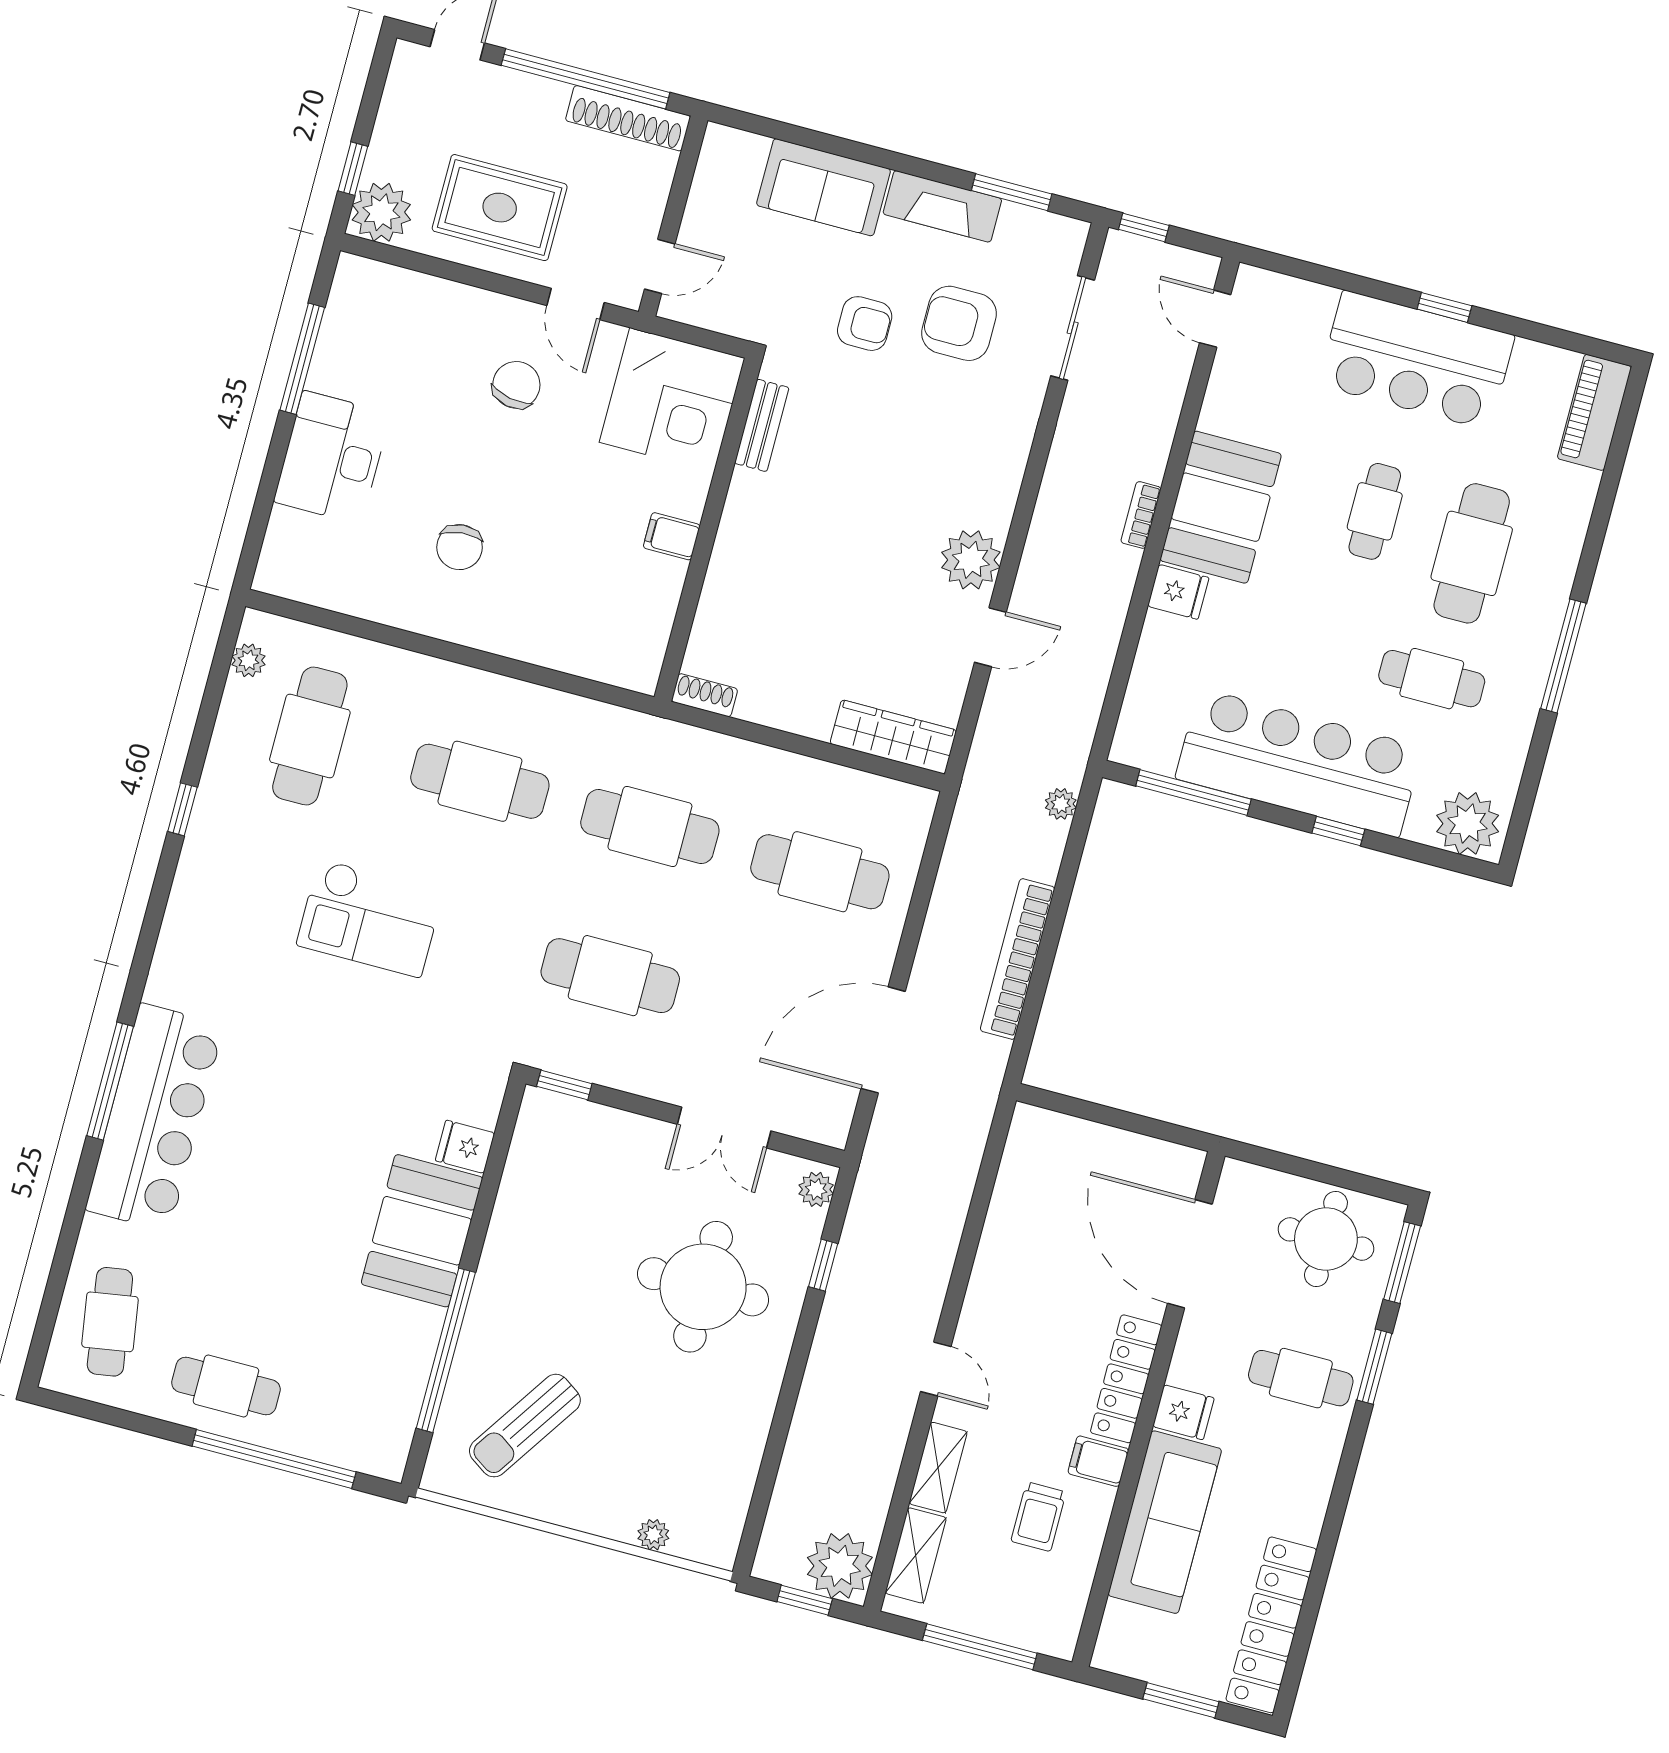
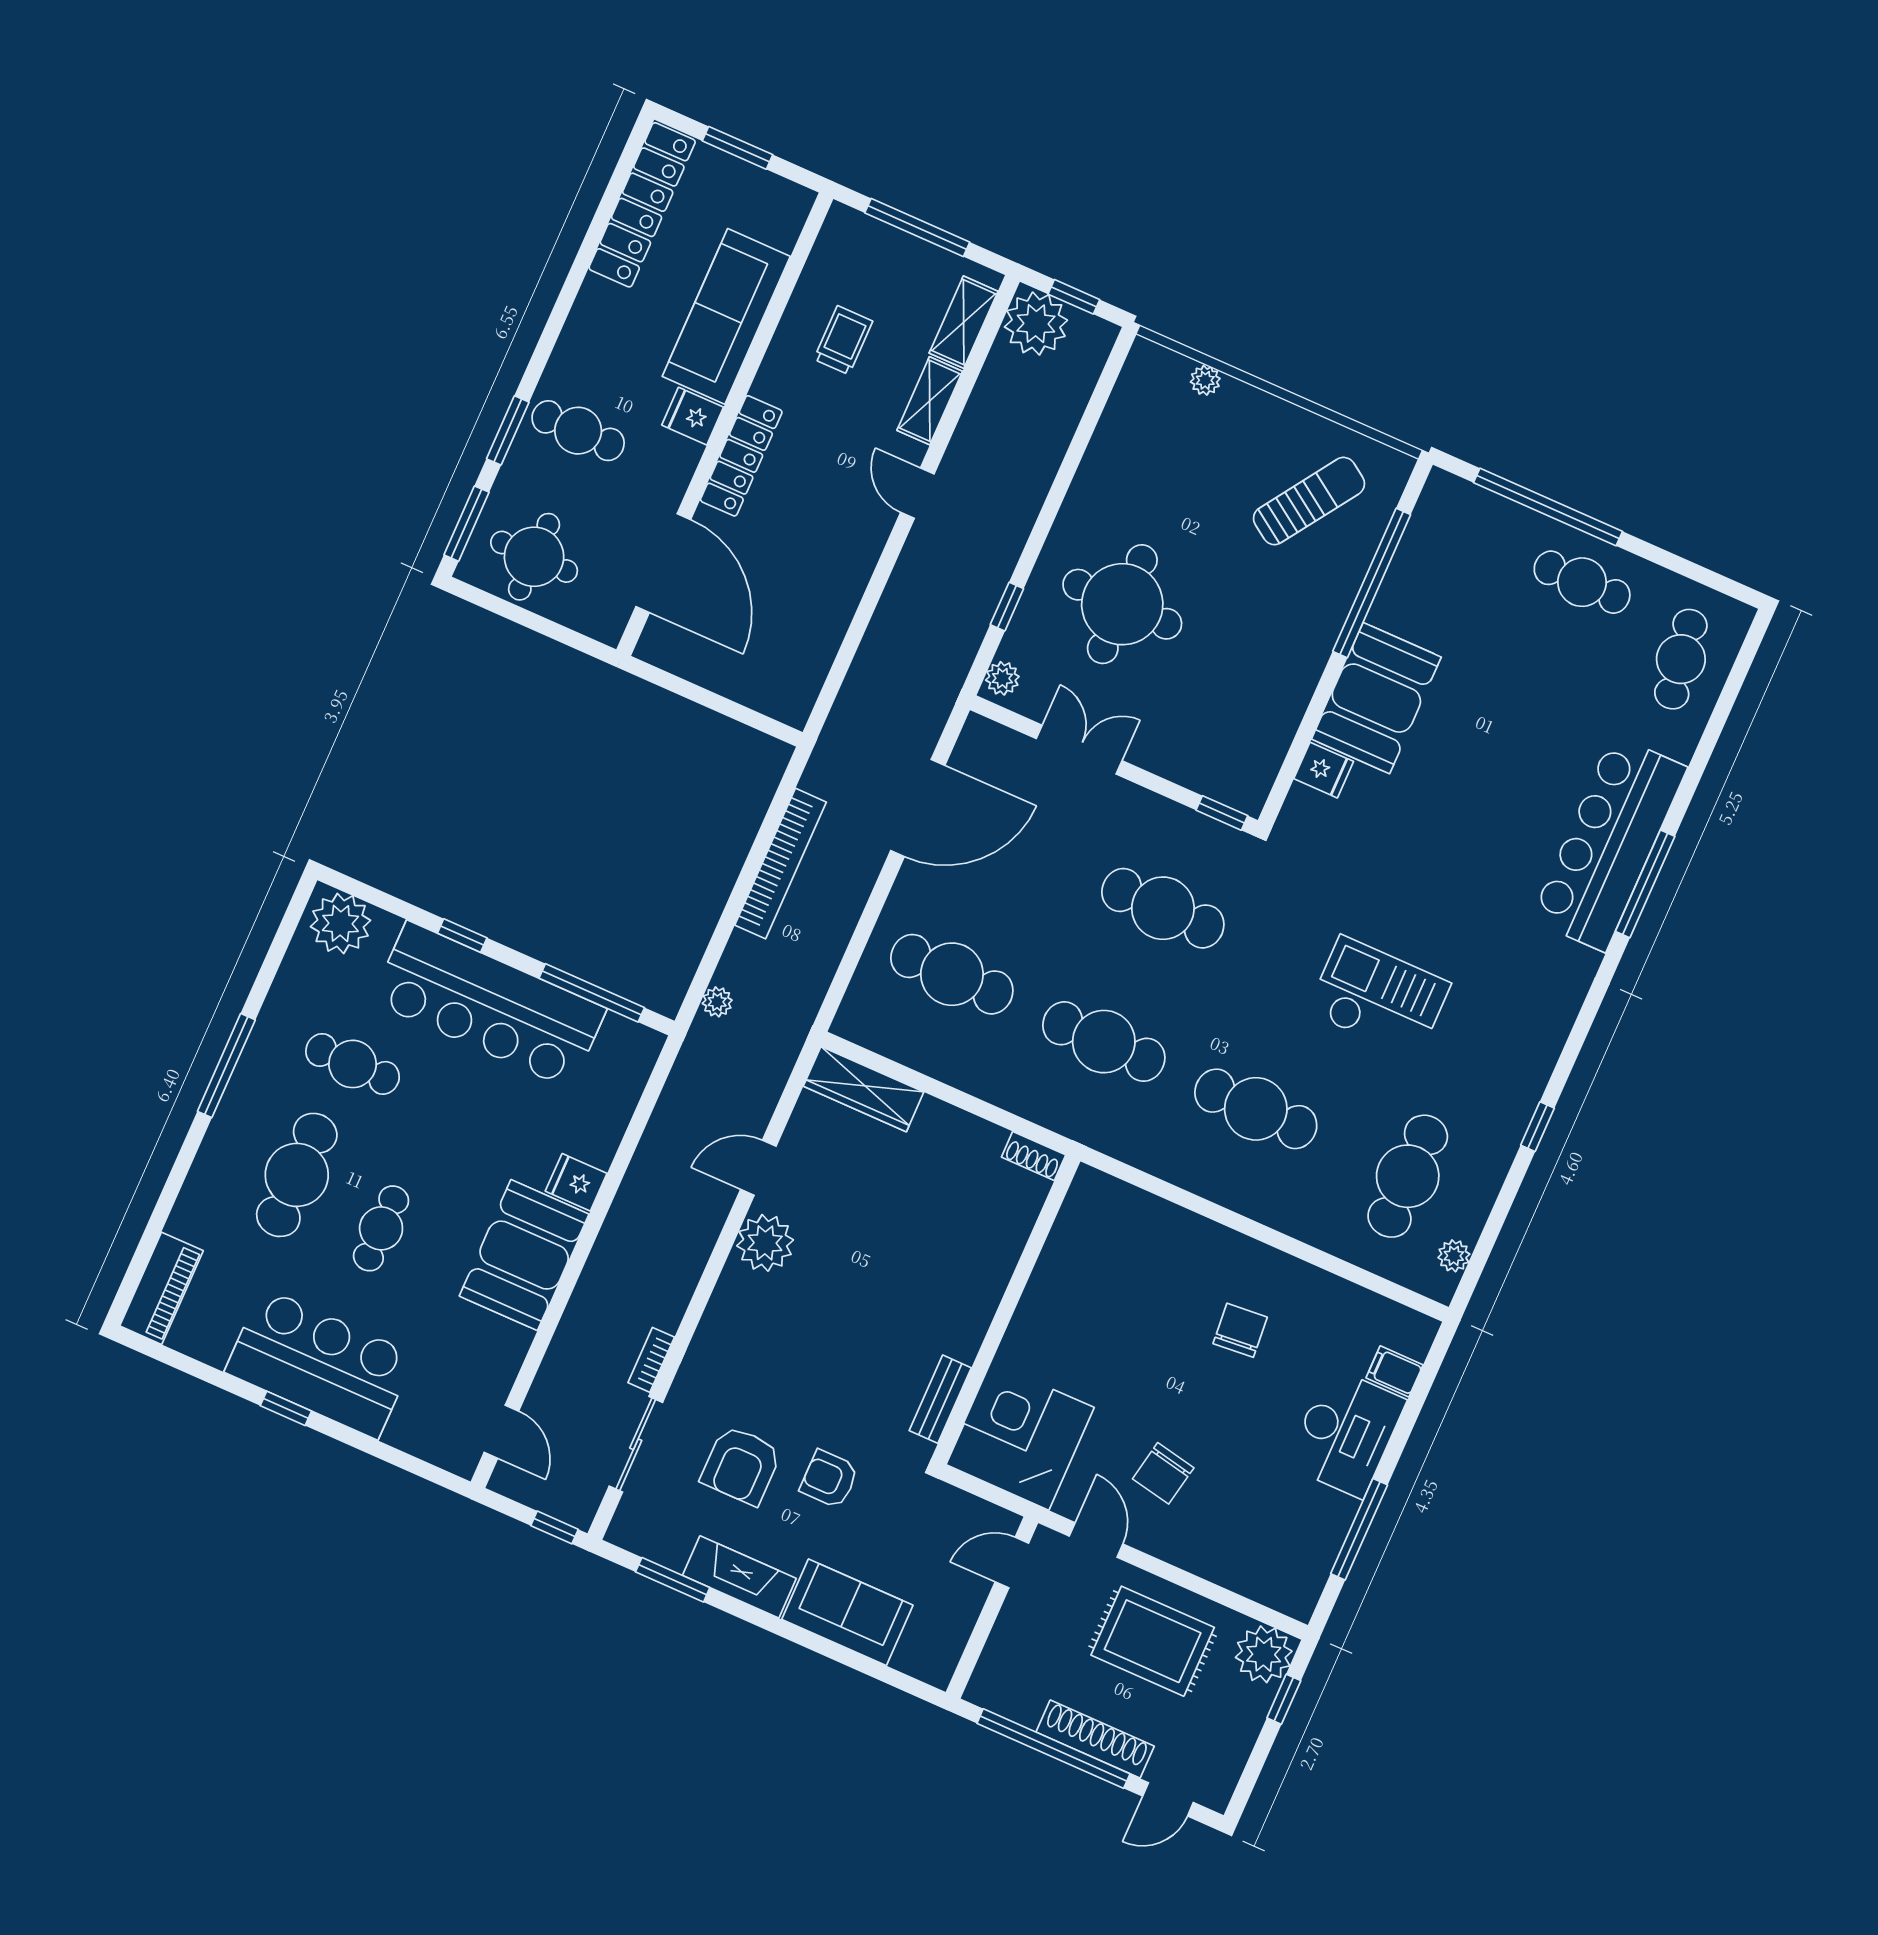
shoe rack: (628, 118) -> (1095, 1739), moved
armchair: (959, 323) -> (741, 1465), turned 90
bookcase: (1141, 515) -> (651, 1360), moved, turned 180
filing cabinet: (672, 536) -> (1395, 1371), moved, turned 180
filing cabinet: (1098, 1461) -> (779, 383), removed

